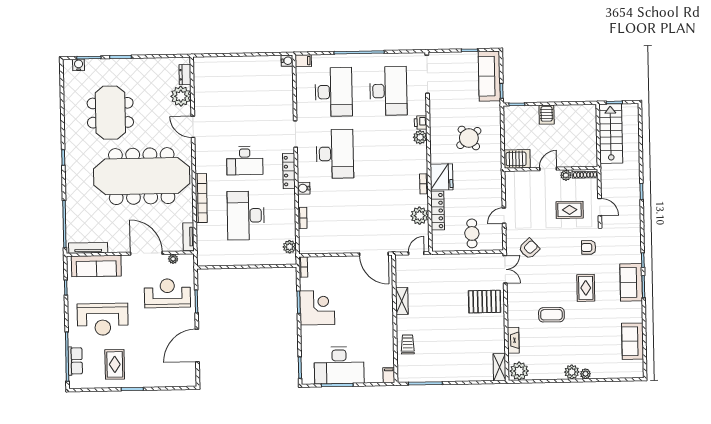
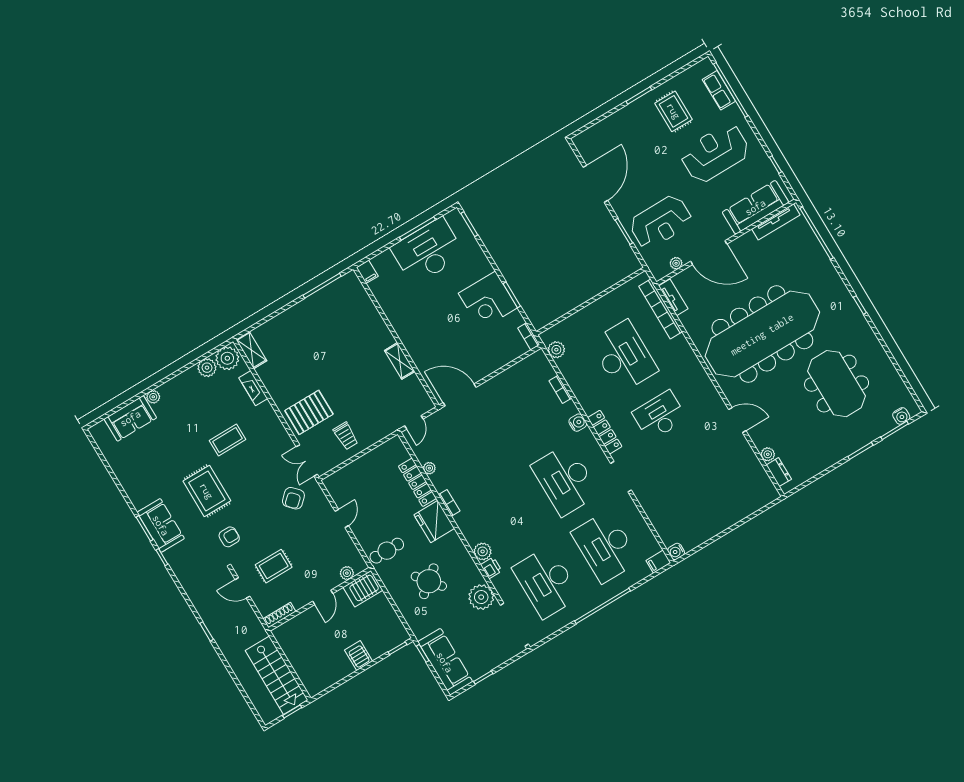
plant: (181, 96) -> (768, 454), width x0.53, depth x0.53
plant: (439, 106) -> (481, 597), added
plant: (566, 175) -> (347, 573), moved
bookcase: (201, 198) -> (661, 309), moved
plant: (420, 216) -> (429, 468), width x0.53, depth x0.53
cafe table: (472, 233) -> (387, 551), moved, turned 90
rug: (586, 288) -> (207, 491), width x1.36, depth x1.43
sofa: (633, 341) -> (130, 418), moved, turned 90
trolley: (408, 344) -> (346, 436), moved
plant: (572, 372) -> (207, 368), moved

